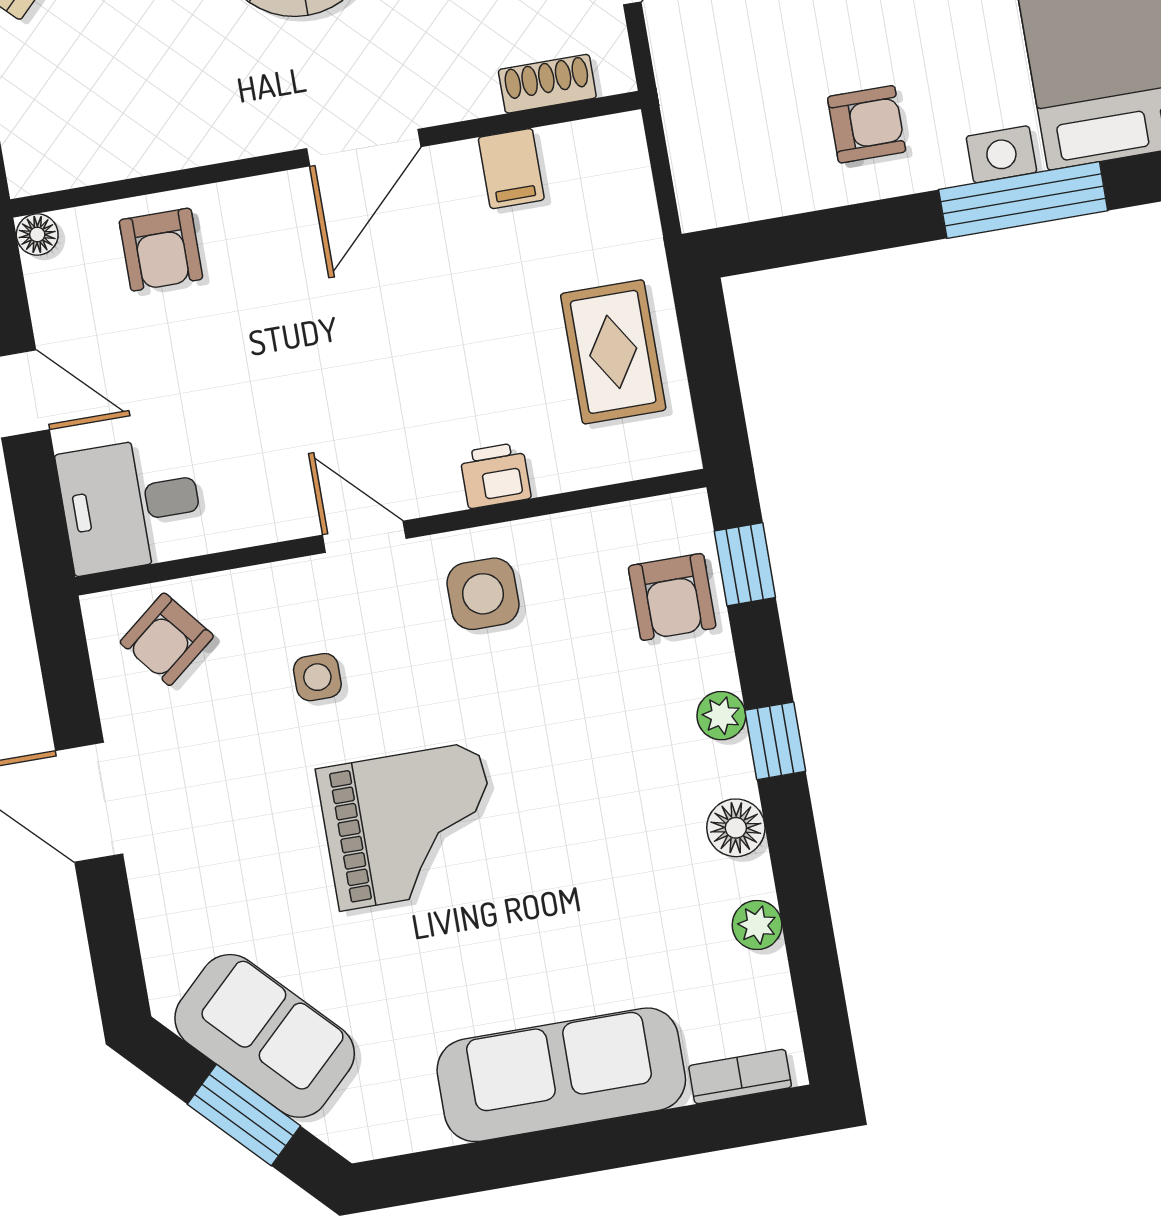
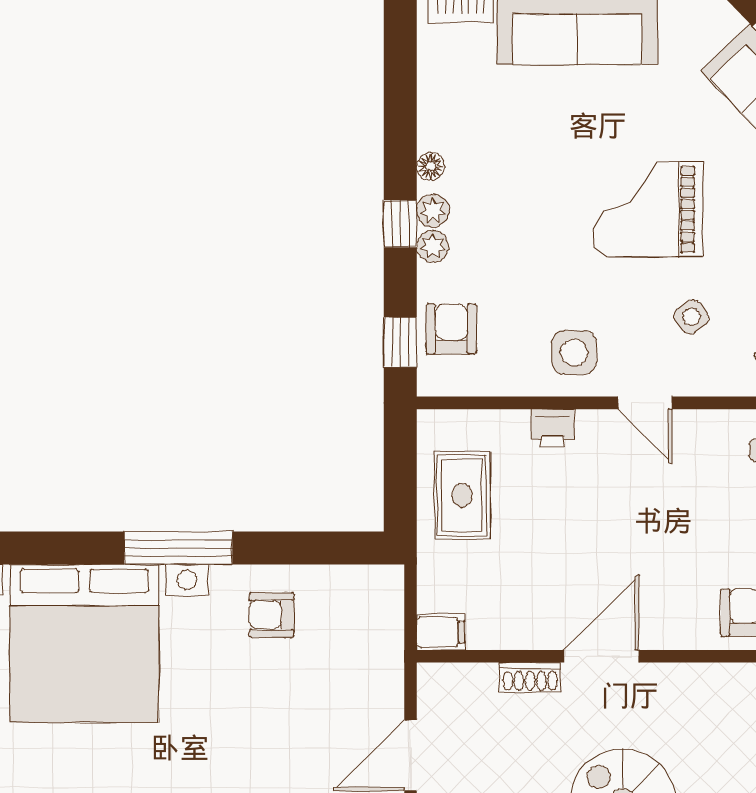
shoe rack: (547, 84) -> (530, 677), moved
filing cabinet: (511, 169) -> (441, 632), moved, turned 90
side table: (317, 677) -> (691, 317), turned -35
floor lamp: (736, 828) -> (431, 166), width x0.73, depth x0.73
plant: (757, 925) -> (433, 211), moved

